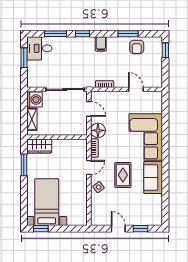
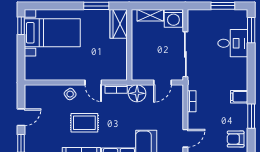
window: (55, 34) -> (251, 30), moved
window: (82, 34) -> (251, 75), removed
window: (128, 34) -> (251, 116), moved
desk: (39, 48) -> (233, 43), moved, turned 90

